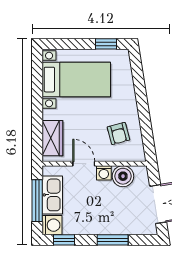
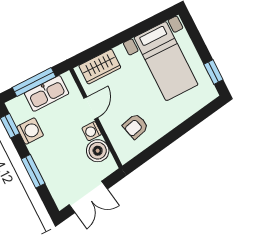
washing machine: (52, 225) -> (30, 131), moved, turned -90

